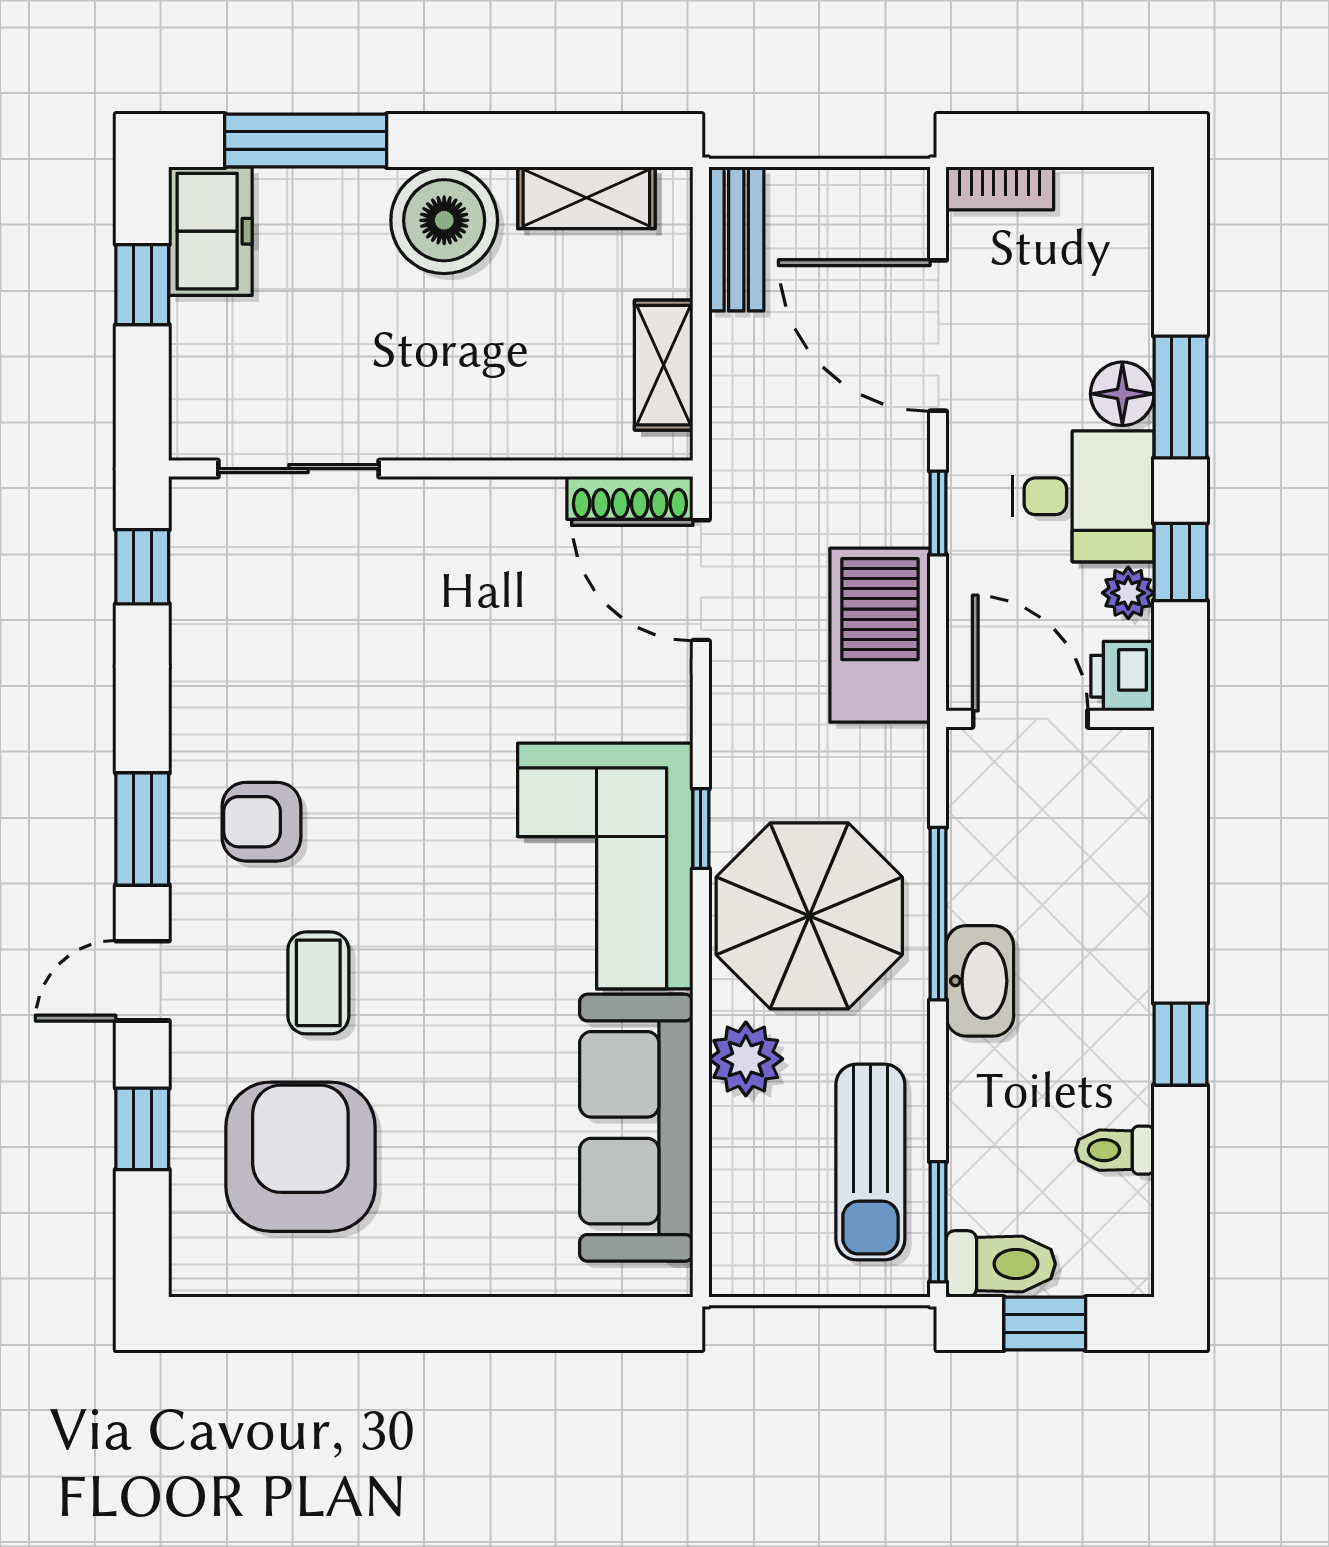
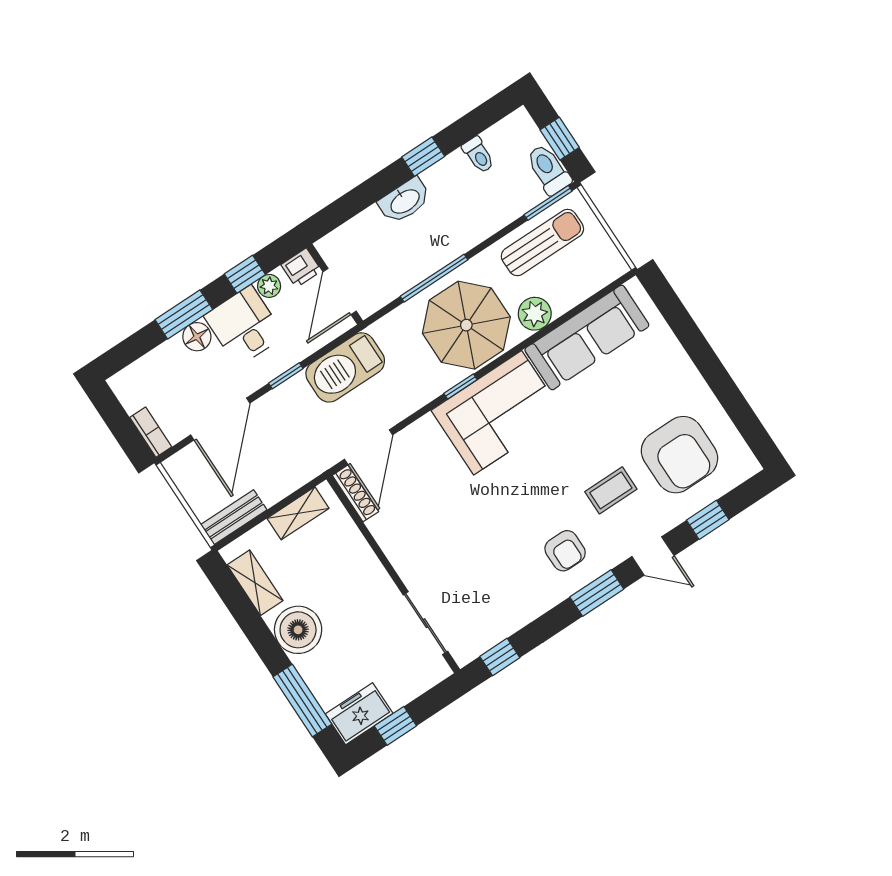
washbasin: (980, 981) -> (405, 201), moved, turned 180
armchair: (300, 1157) -> (679, 455), turned -90

